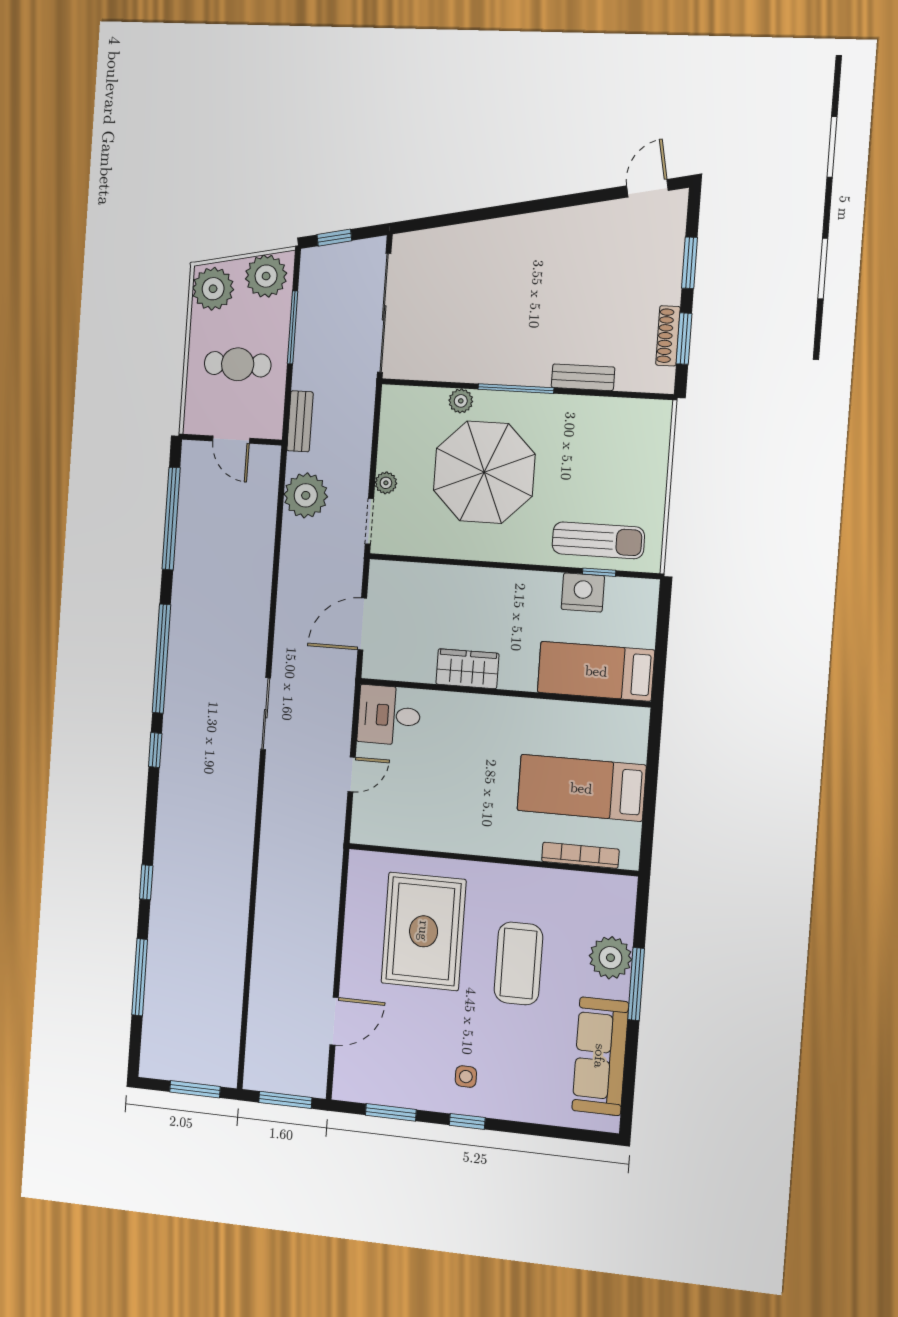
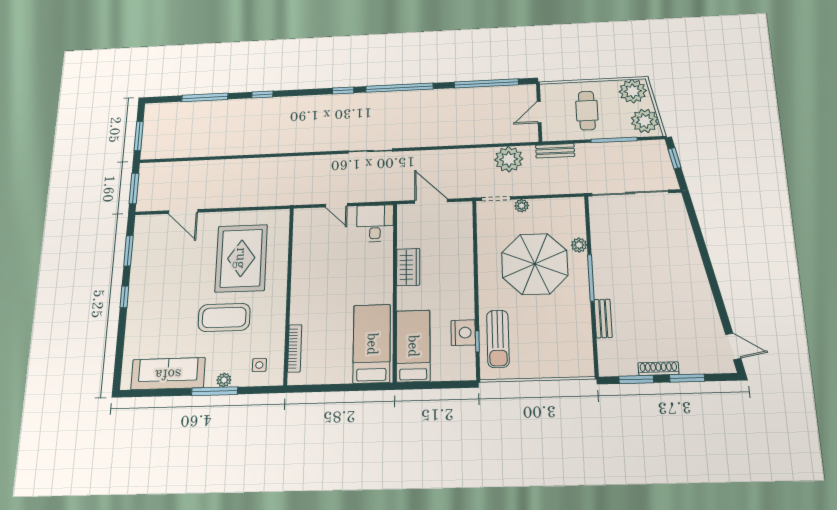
shoe rack: (668, 336) -> (658, 369), moved
bed: (581, 788) -> (372, 344), moved
rug: (424, 931) -> (241, 258), turned 90
plant: (610, 958) -> (224, 380), width x0.53, depth x0.53
side table: (466, 1077) -> (259, 365), moved

